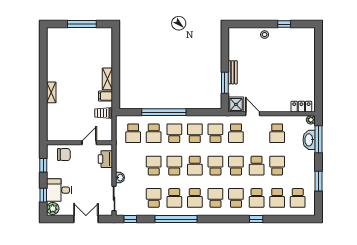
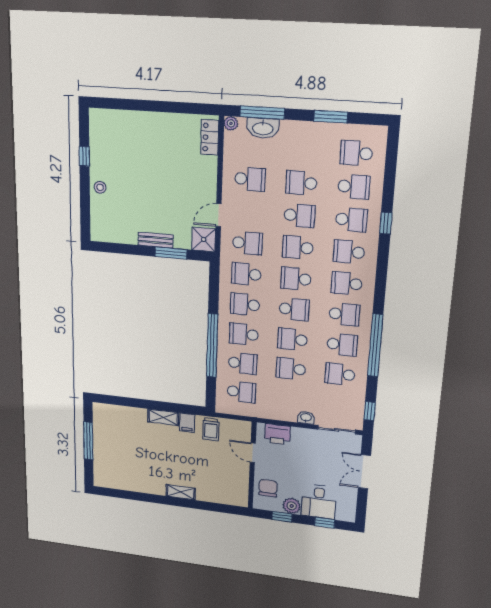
school desk: (298, 198) -> (356, 153), turned 180
plant: (53, 209) -> (292, 506), moved

